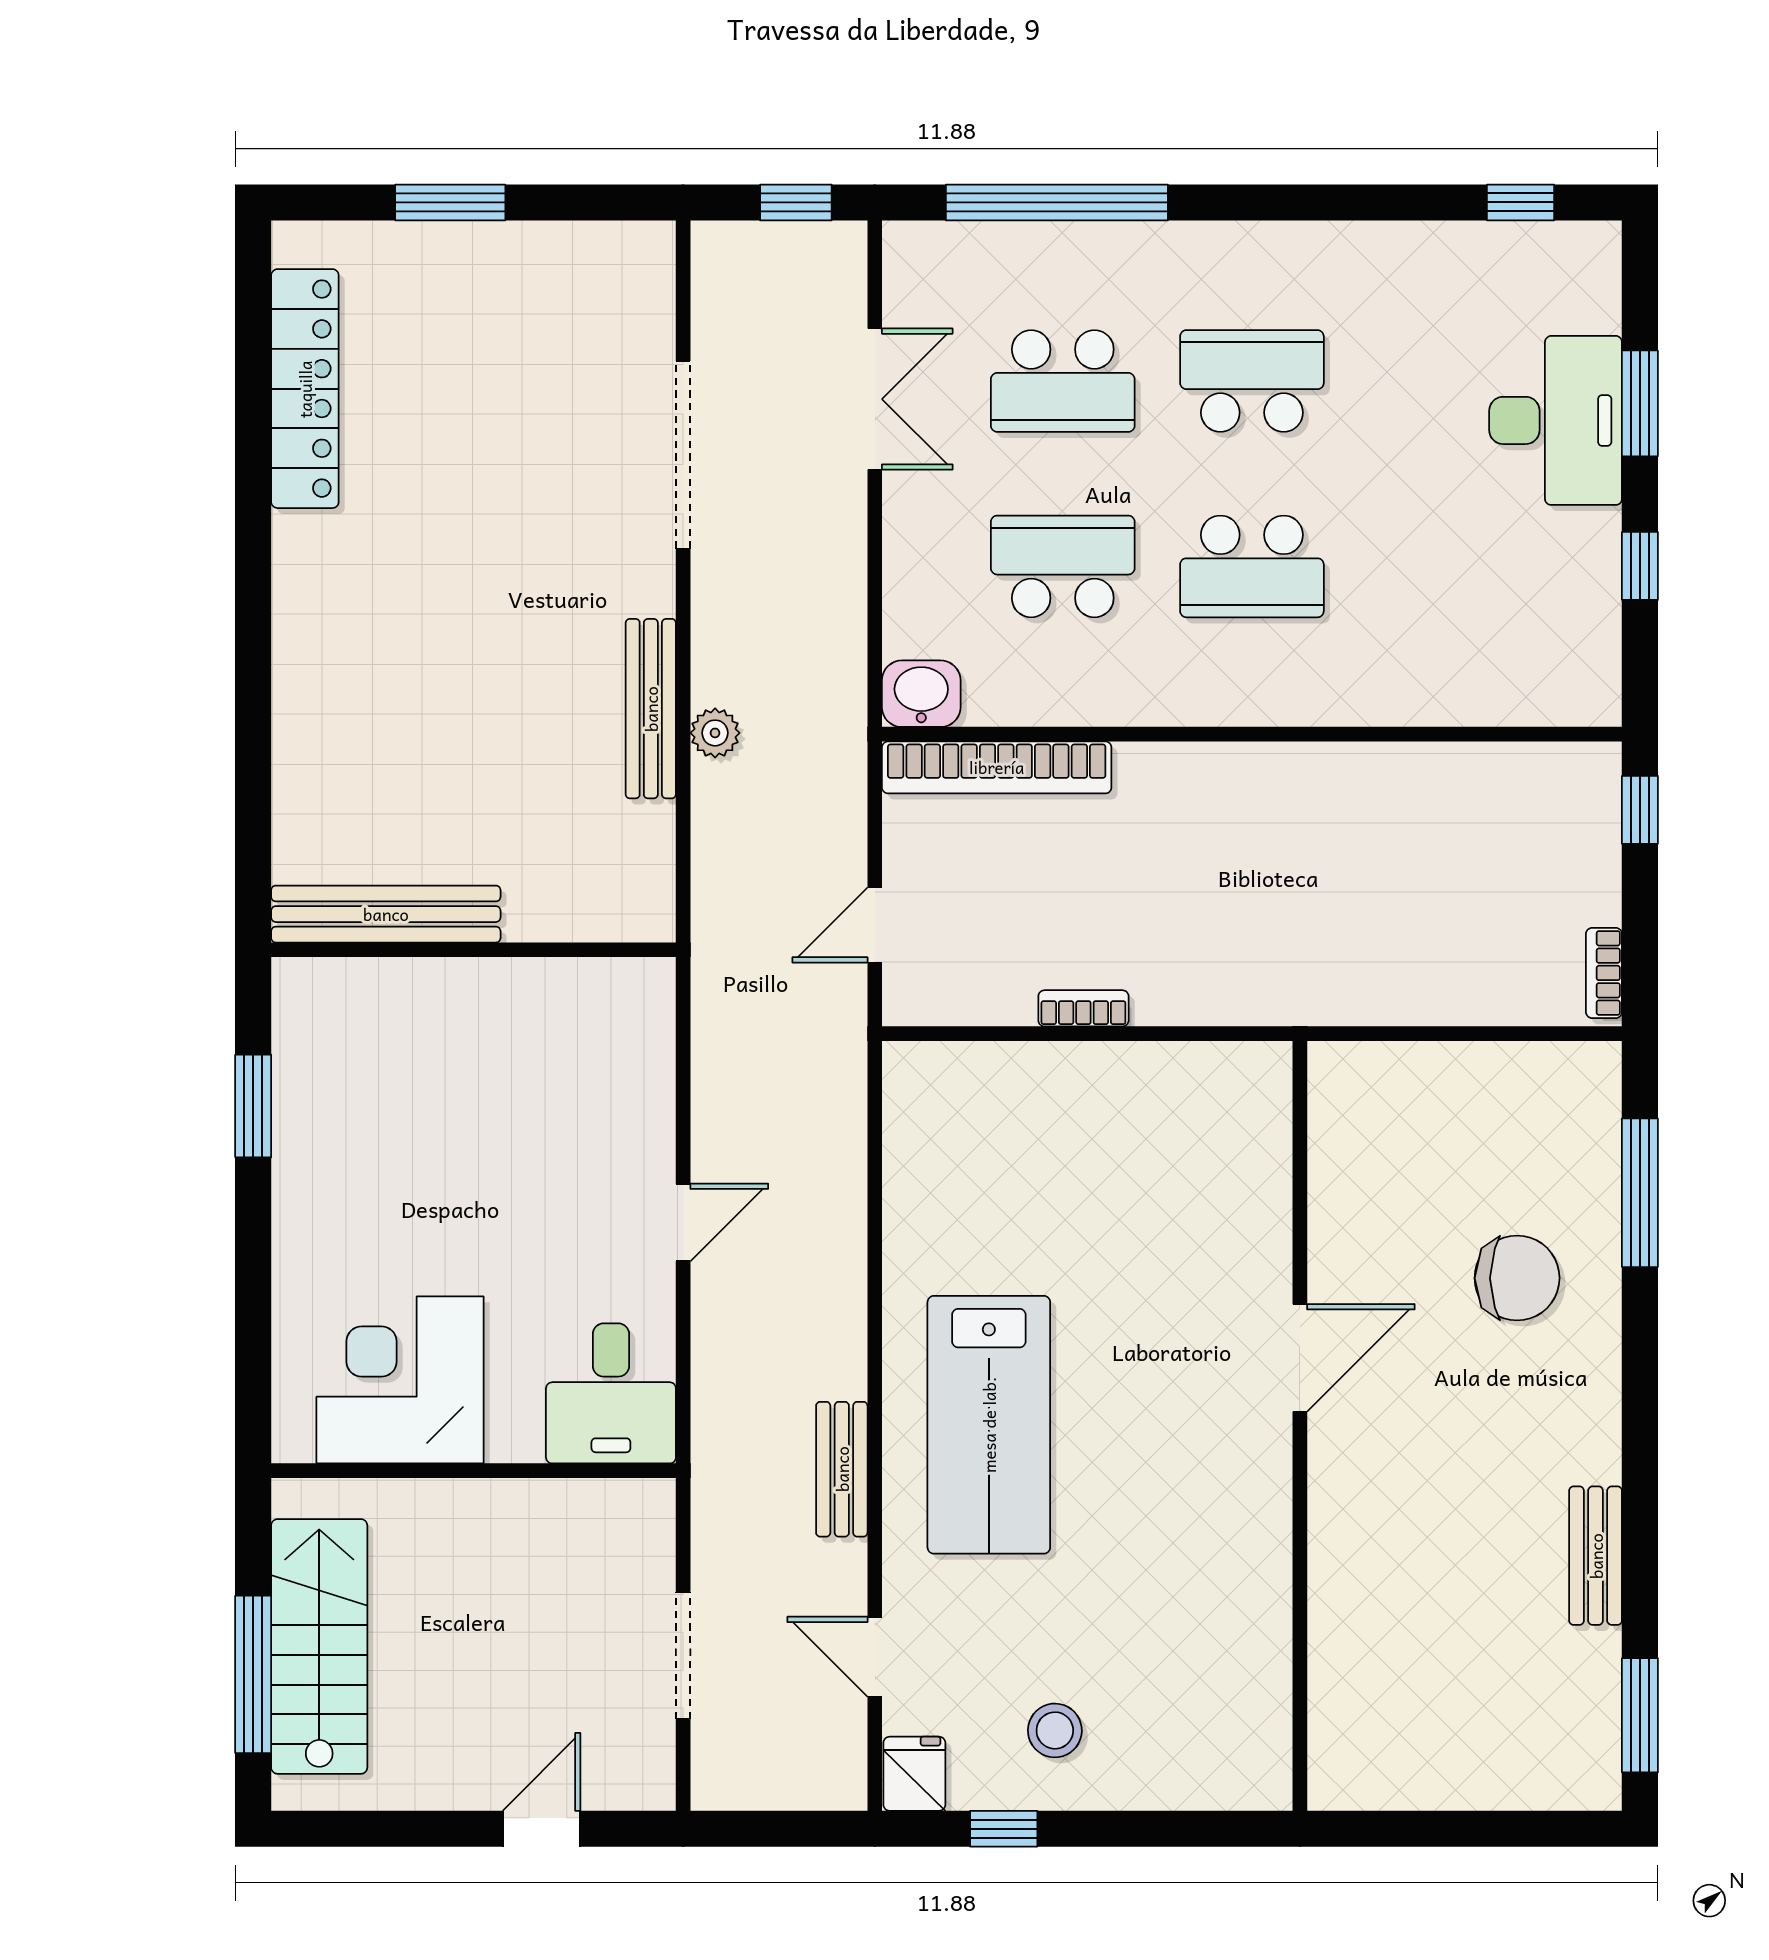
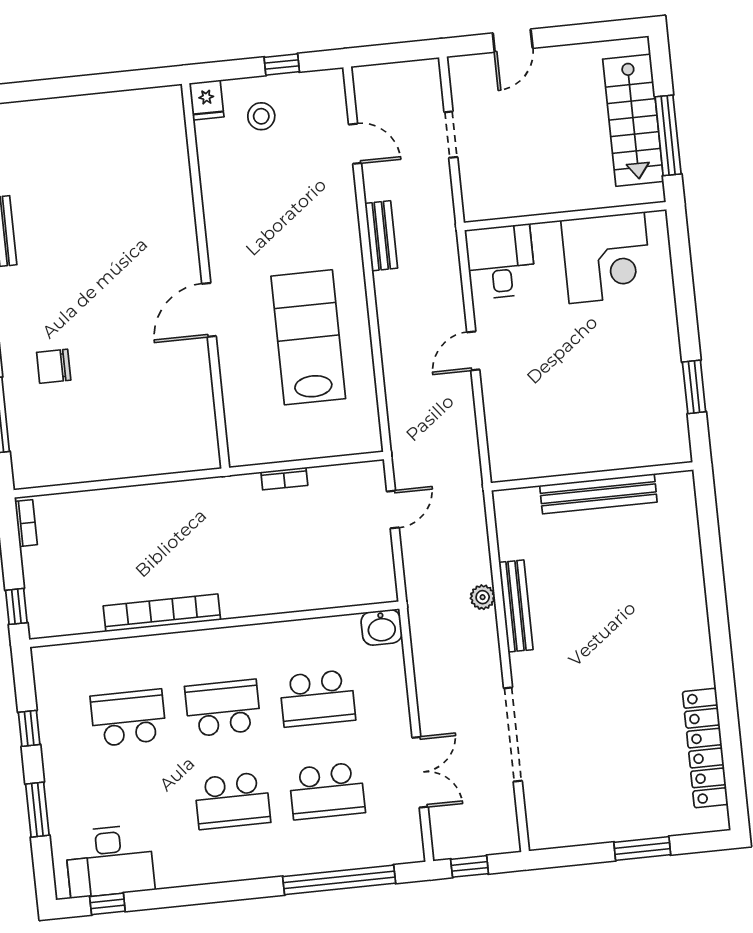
school desk: (1063, 381) -> (327, 791), turned 180
double door: (875, 399) -> (420, 772), swing flipped
desk: (1556, 420) -> (110, 861), moved, turned -90
school desk: (1441, 566) -> (128, 718), added
bookcase: (997, 767) -> (162, 613), moved
bench: (386, 914) -> (598, 494), moved
chair: (1517, 1278) -> (54, 366), width x0.73, depth x0.73
door: (1300, 1358) -> (209, 310), moved
lab bench: (989, 1425) -> (308, 337), moved
wall: (1300, 1426) -> (205, 276), moved
doorway: (683, 1655) -> (451, 135), width x0.73
window: (253, 1674) -> (668, 135), moved
fridge: (914, 1774) -> (207, 100), moved

